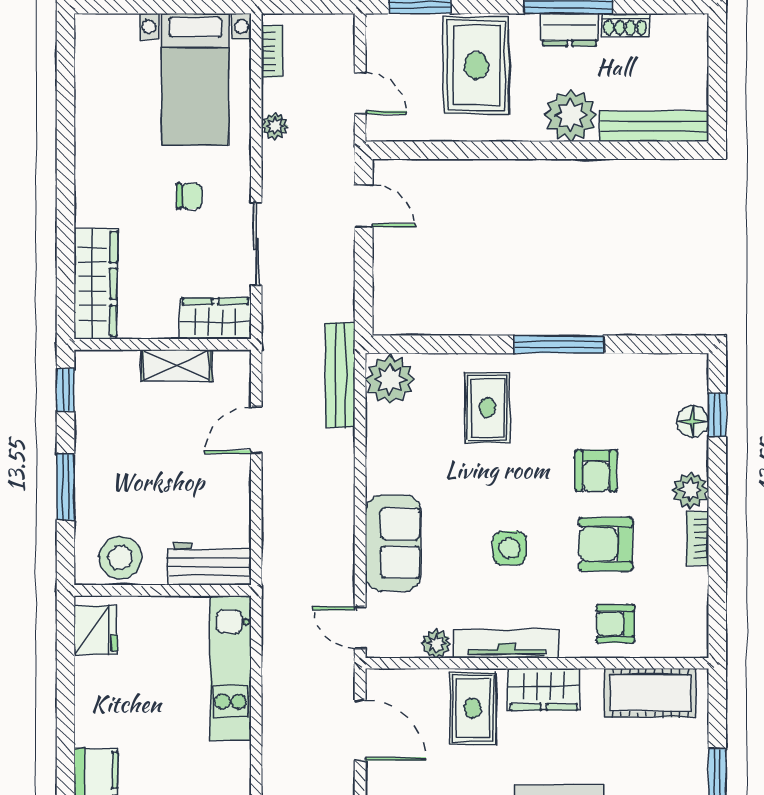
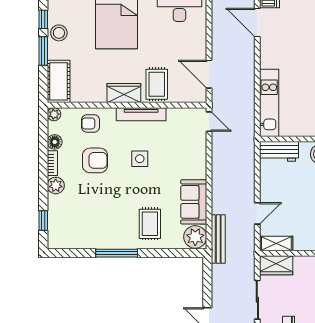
shelving: (176, 365) -> (276, 243), moved
floor lamp: (693, 421) -> (55, 142), moved
armchair: (596, 471) -> (100, 195), removed
sofa: (393, 543) -> (194, 202), moved
armchair: (615, 624) -> (90, 123), turned 180
plant: (436, 644) -> (54, 114), moved
cot: (650, 693) -> (59, 81), moved, turned 90

